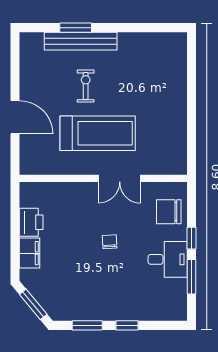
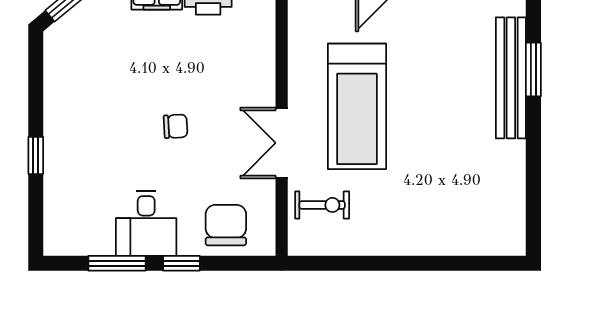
exercise bike: (86, 86) -> (322, 205), moved
window: (87, 325) -> (36, 89), removed

